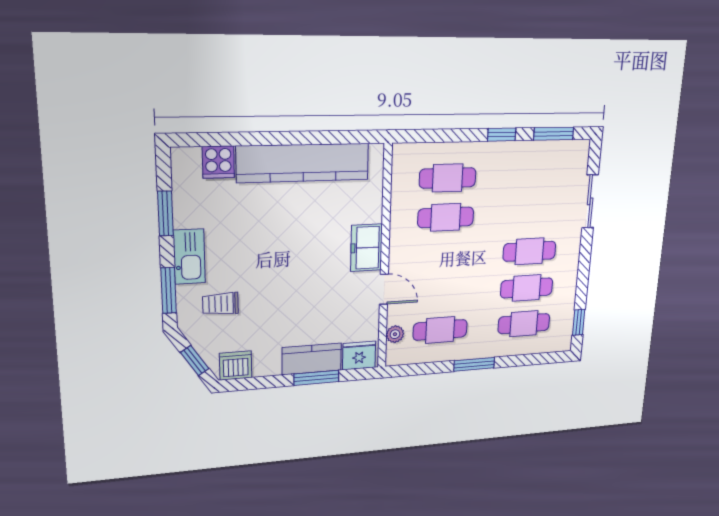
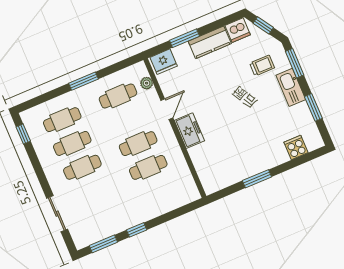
window: (299, 138) -> (257, 179), added
kitchen counter: (303, 163) -> (249, 166), removed
cafe table: (448, 178) -> (138, 144), moved
door: (384, 289) -> (167, 109), swing flipped
kitchen counter: (312, 359) -> (210, 42), moved

